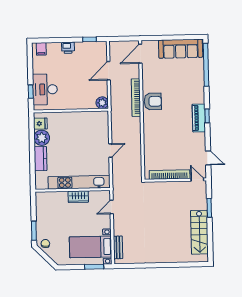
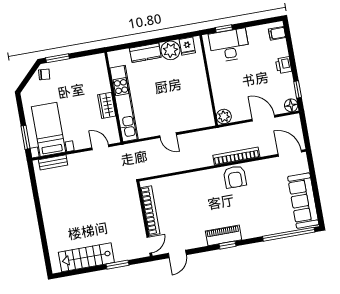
floor lamp: (102, 47) -> (291, 105), added

